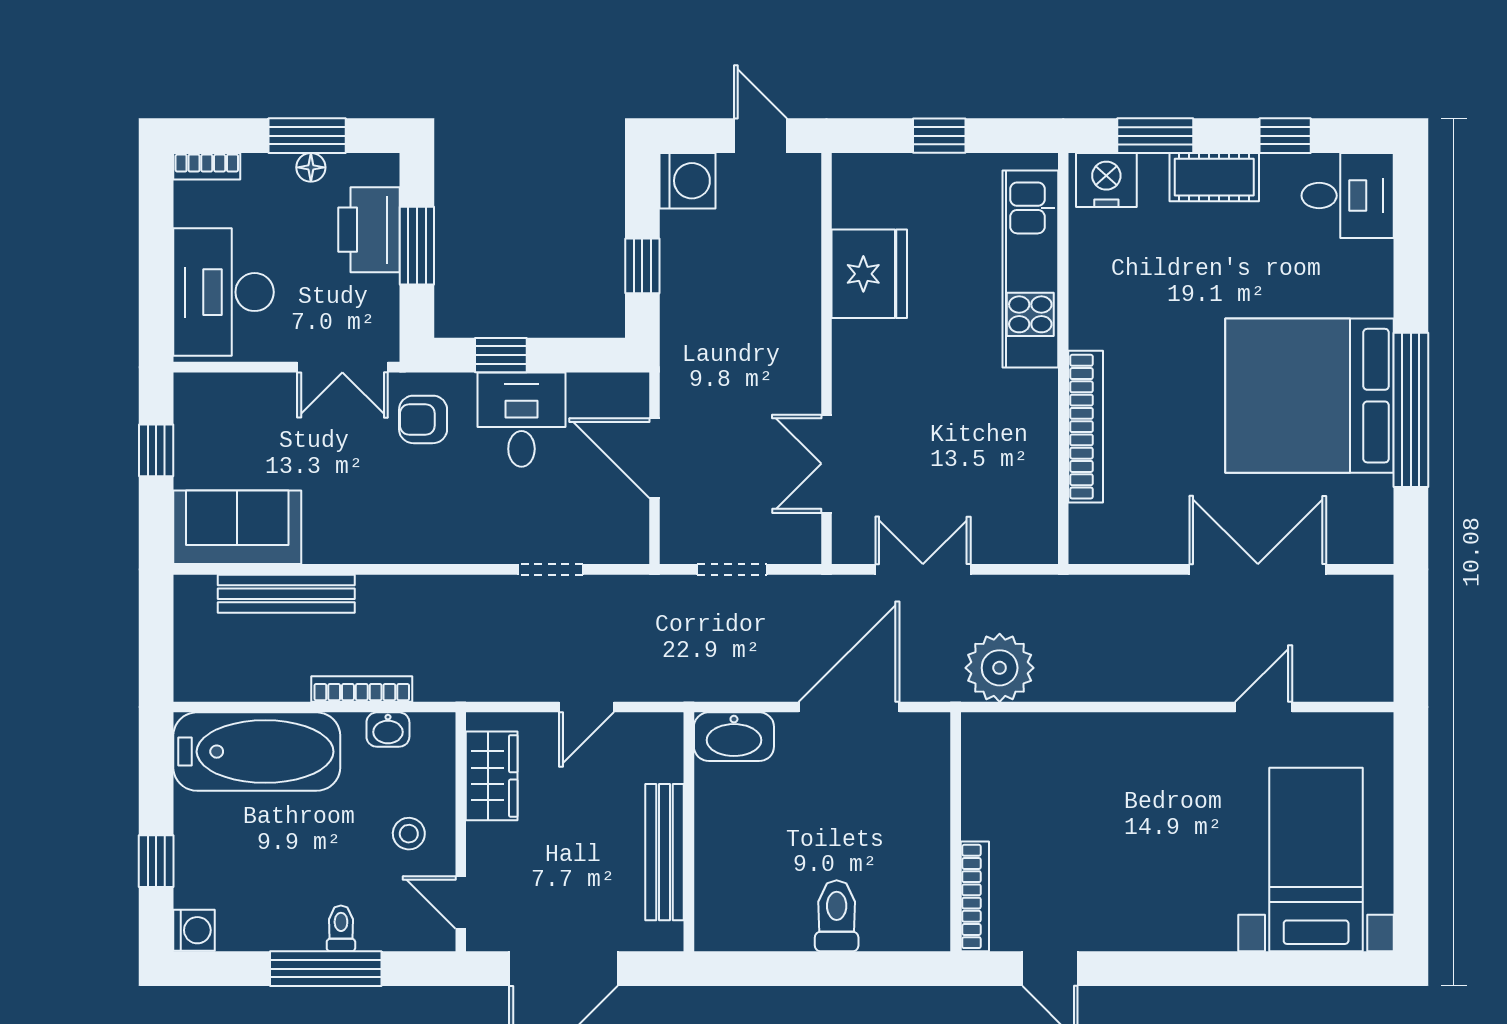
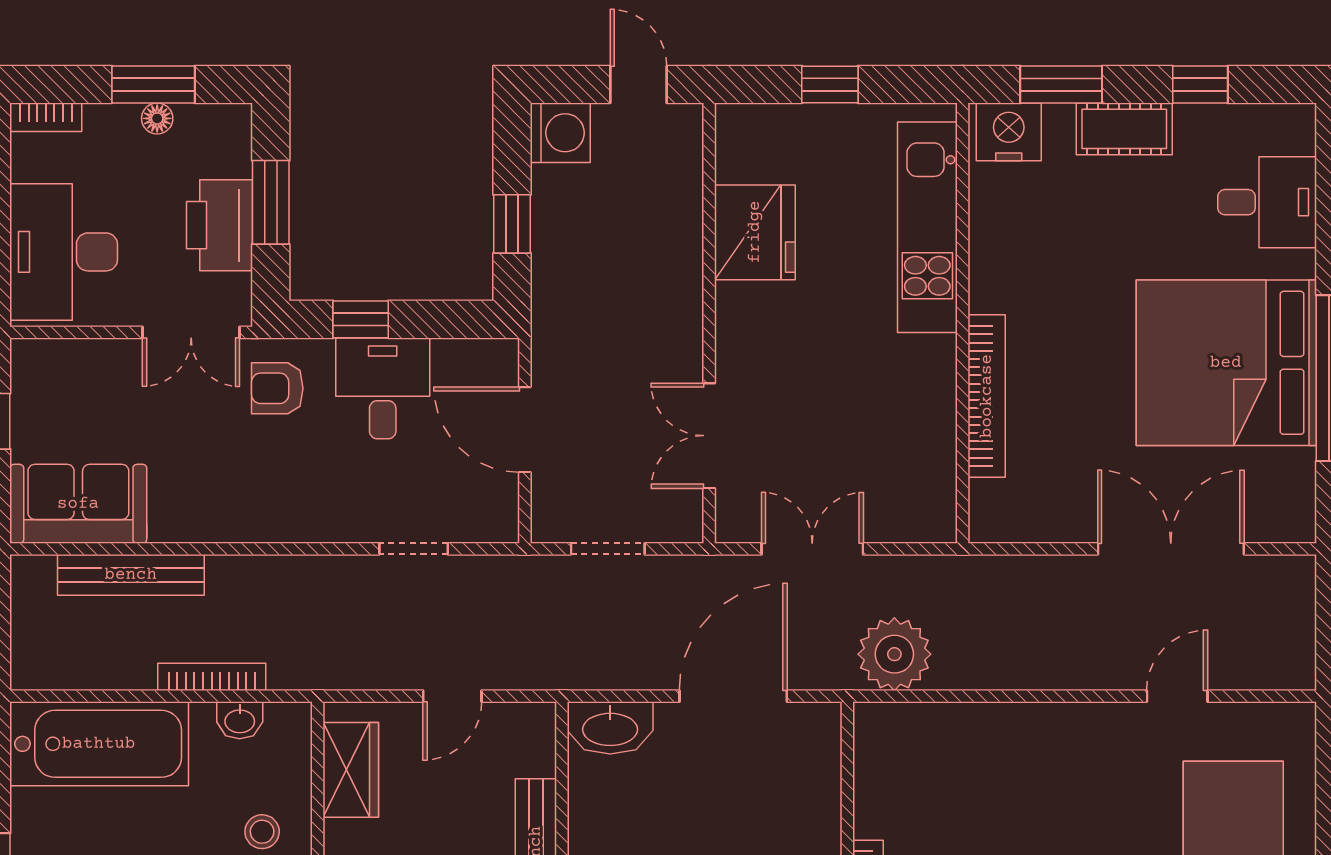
desk: (1348, 196) -> (1267, 202), moved
printer: (369, 230) -> (219, 225), moved

